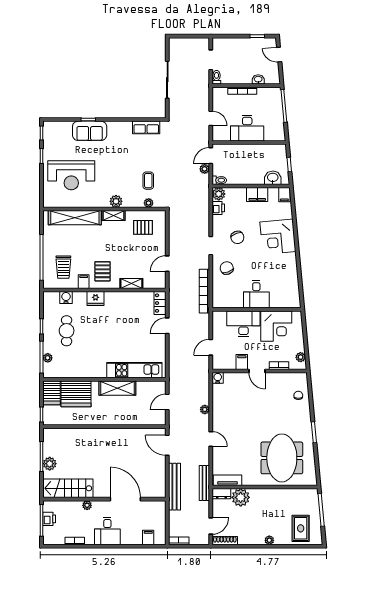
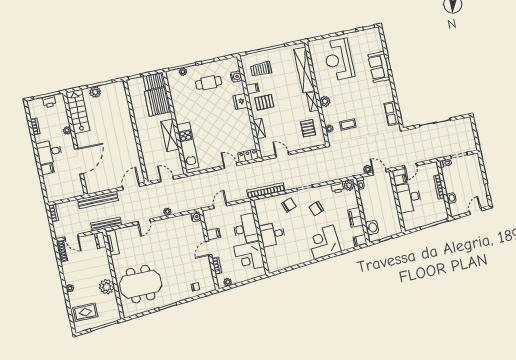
filing cabinet: (224, 134) -> (400, 180), added
door: (211, 347) -> (220, 206), hinge flipped
plant: (241, 497) -> (107, 287), moved
filing cabinet: (148, 537) -> (47, 169), moved

